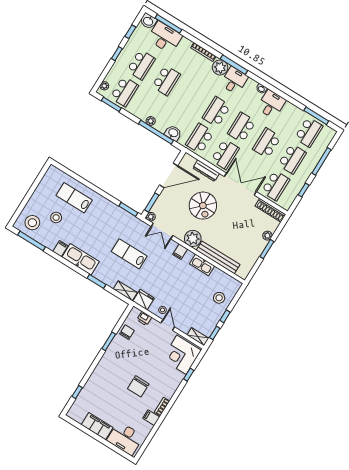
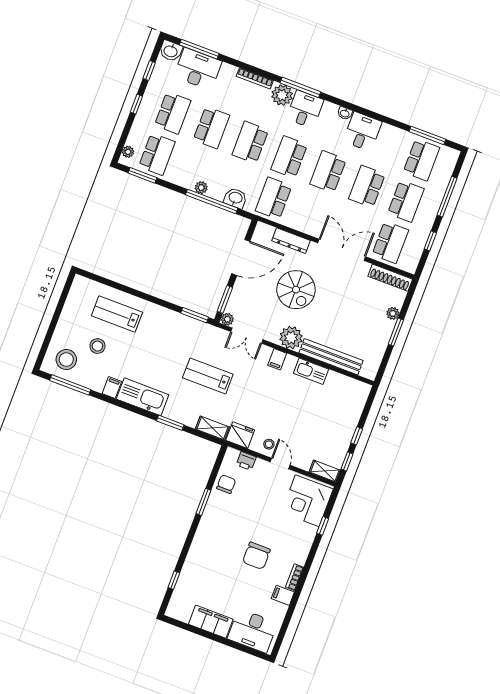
school desk: (225, 154) -> (250, 142), moved, turned 180
stool: (219, 298) -> (343, 412), removed

